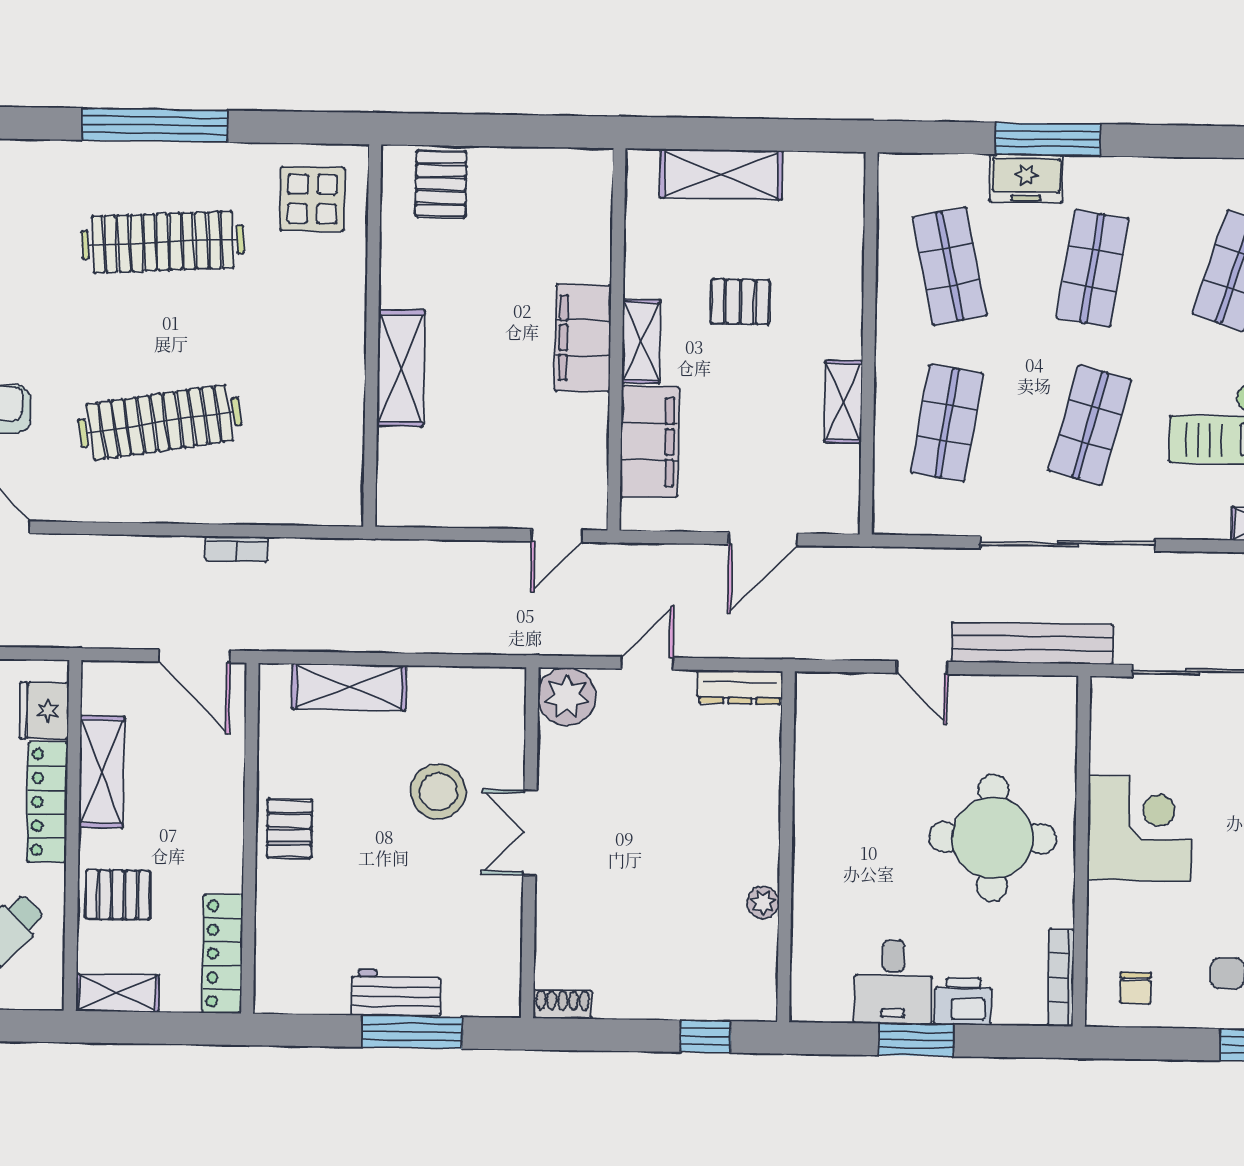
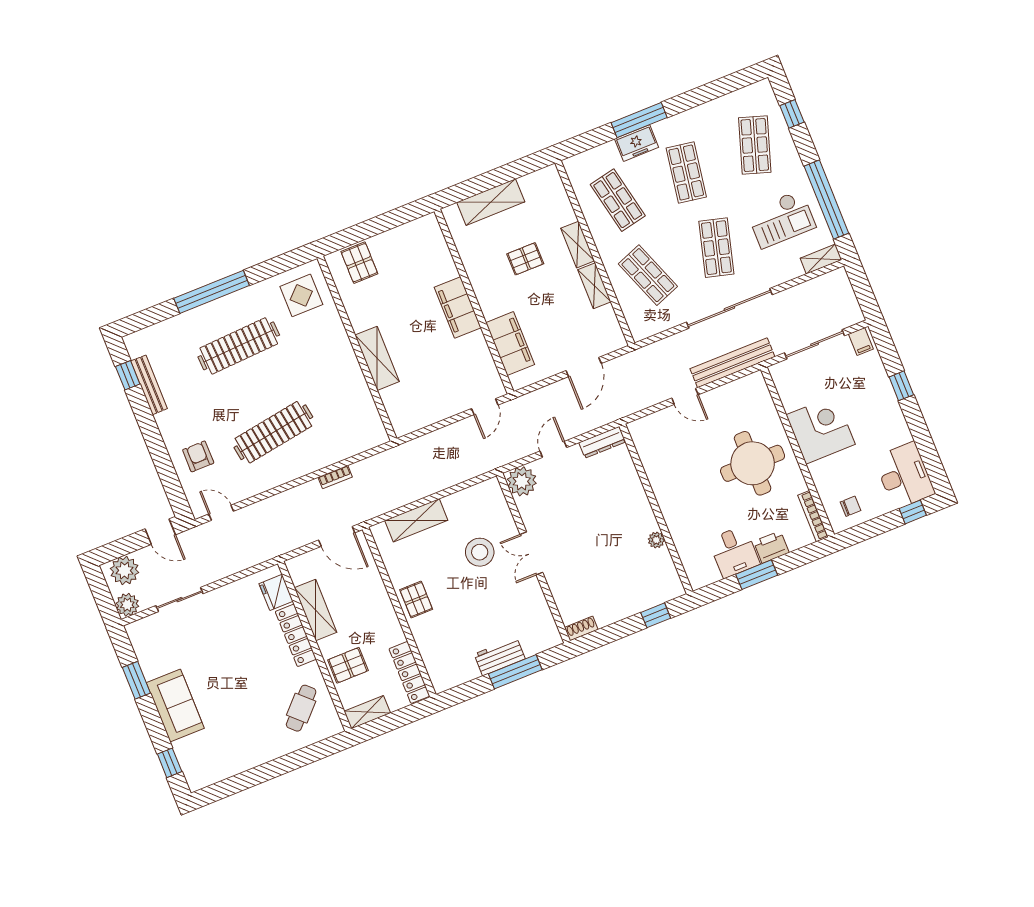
shelving: (641, 341) -> (578, 245), moved
shop shelf: (947, 423) -> (648, 275), turned -30
chair: (1135, 988) -> (851, 506), turned -90

